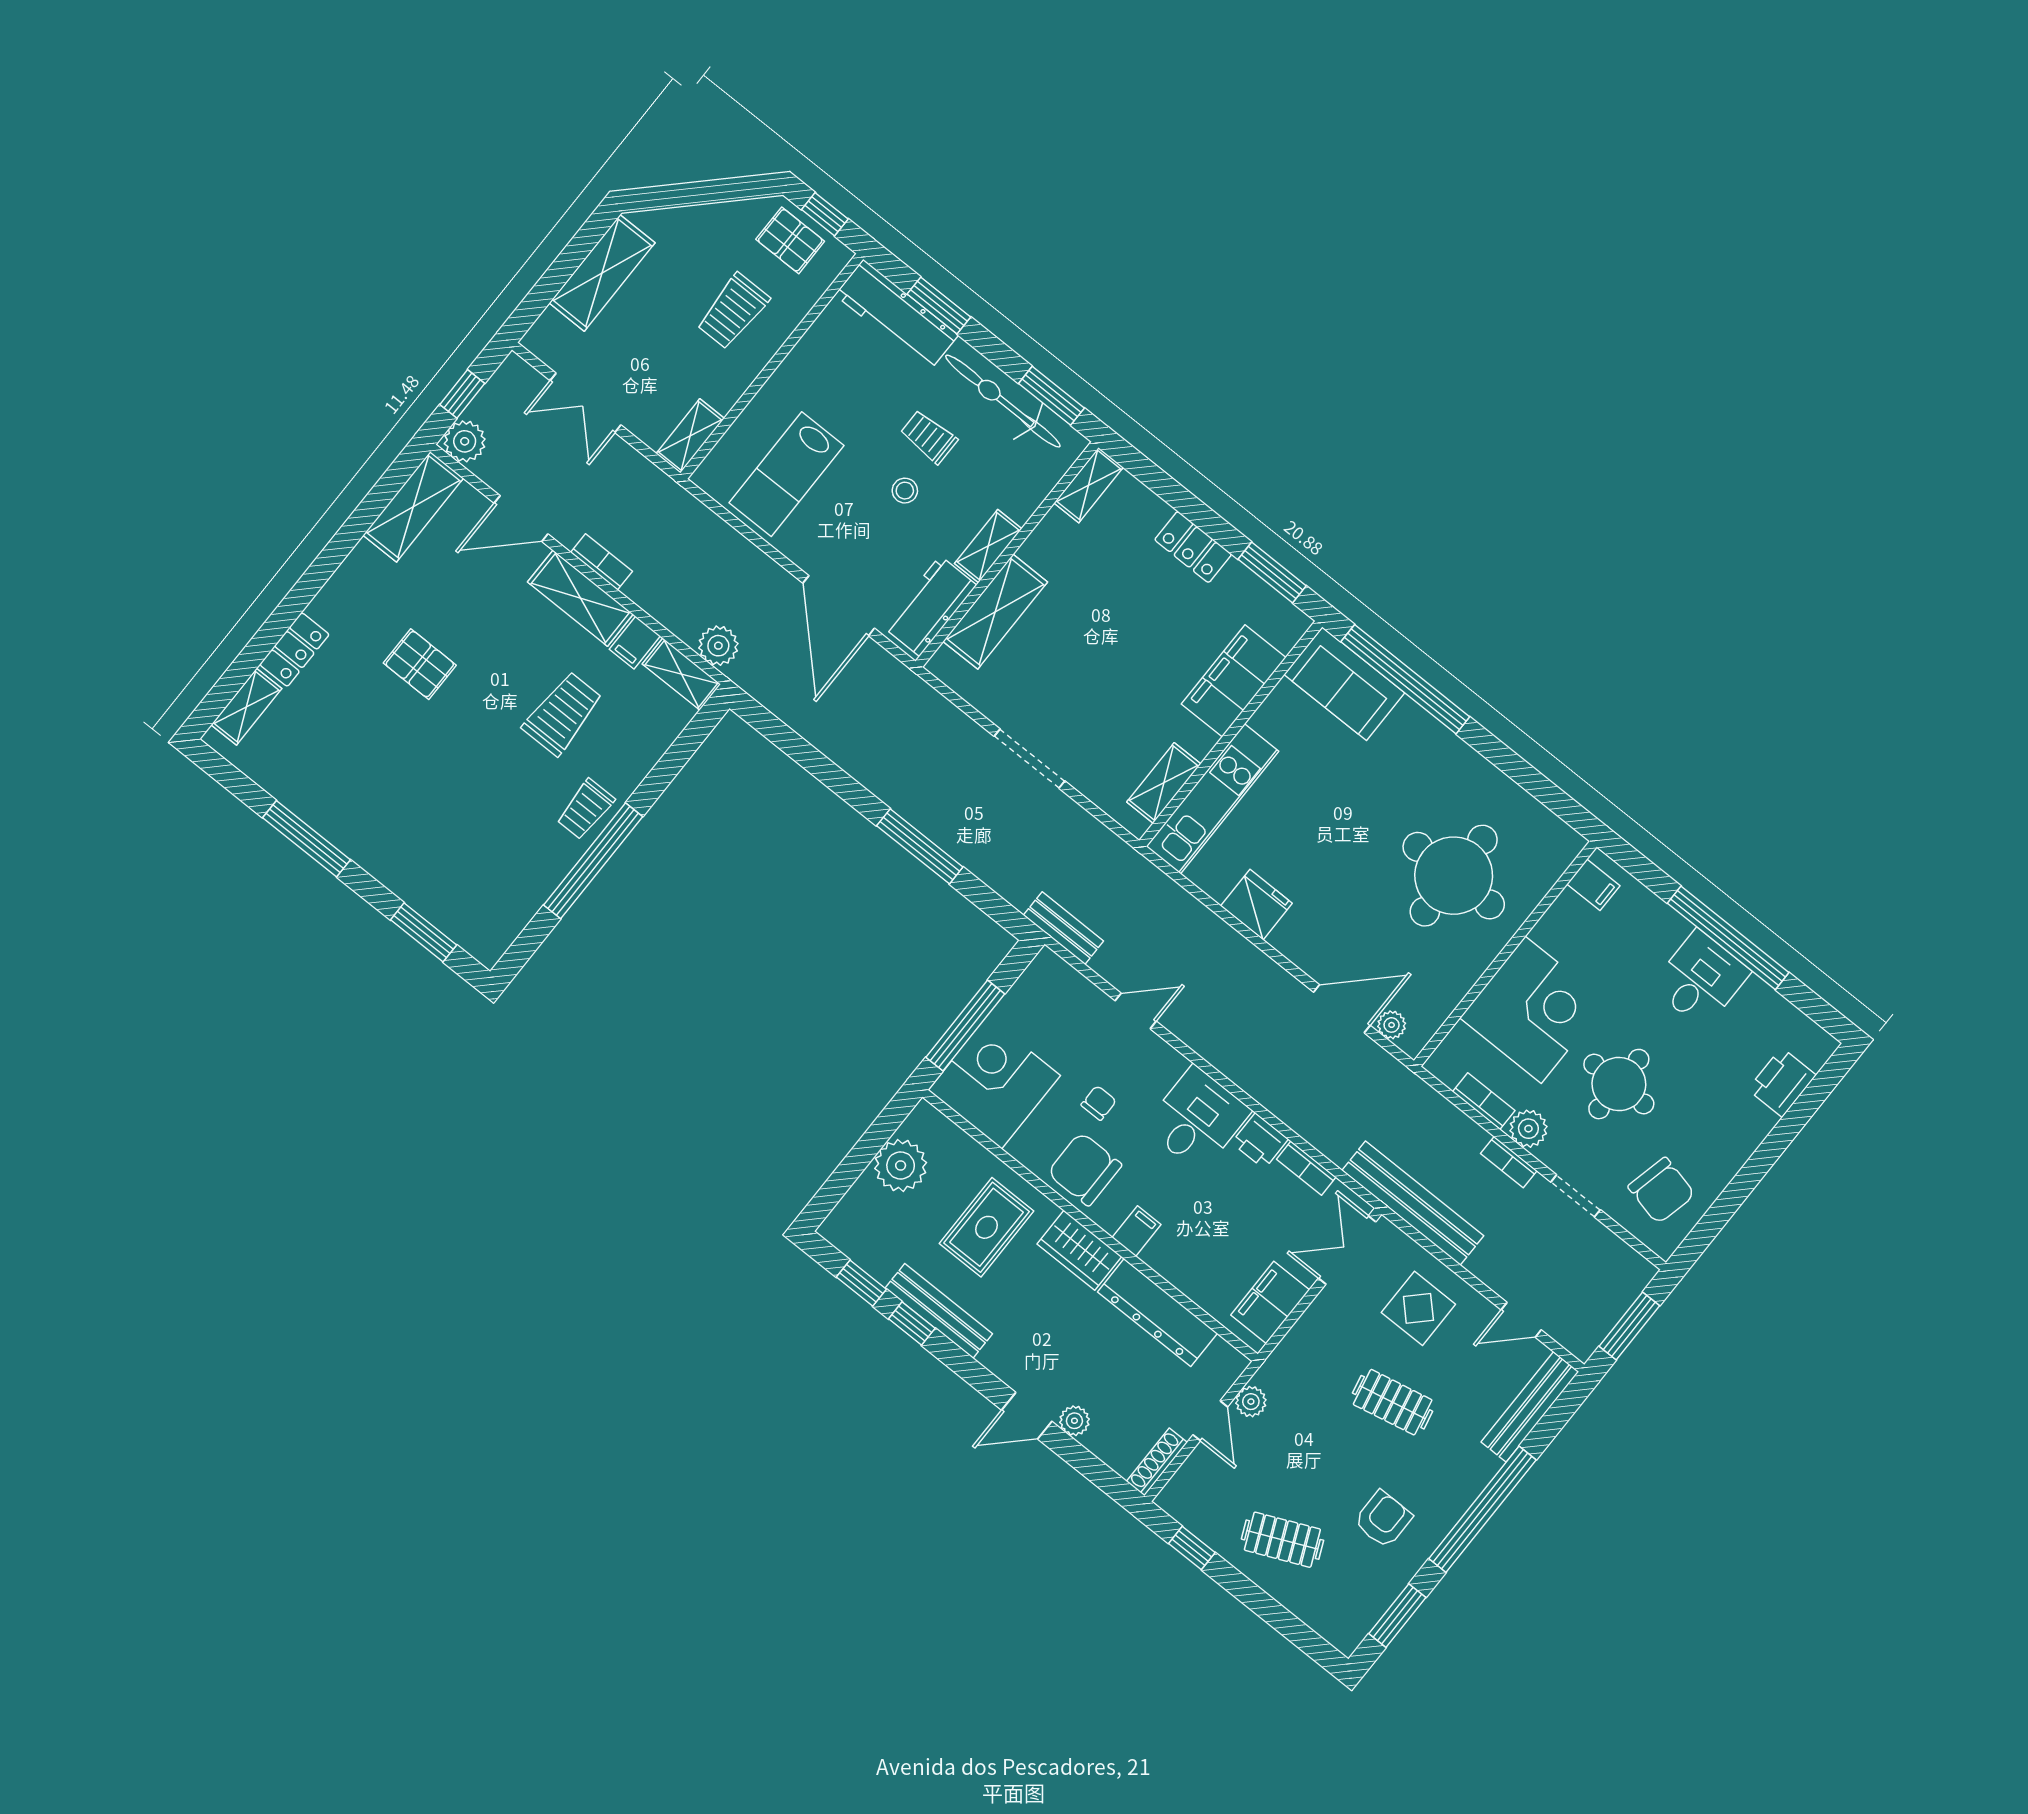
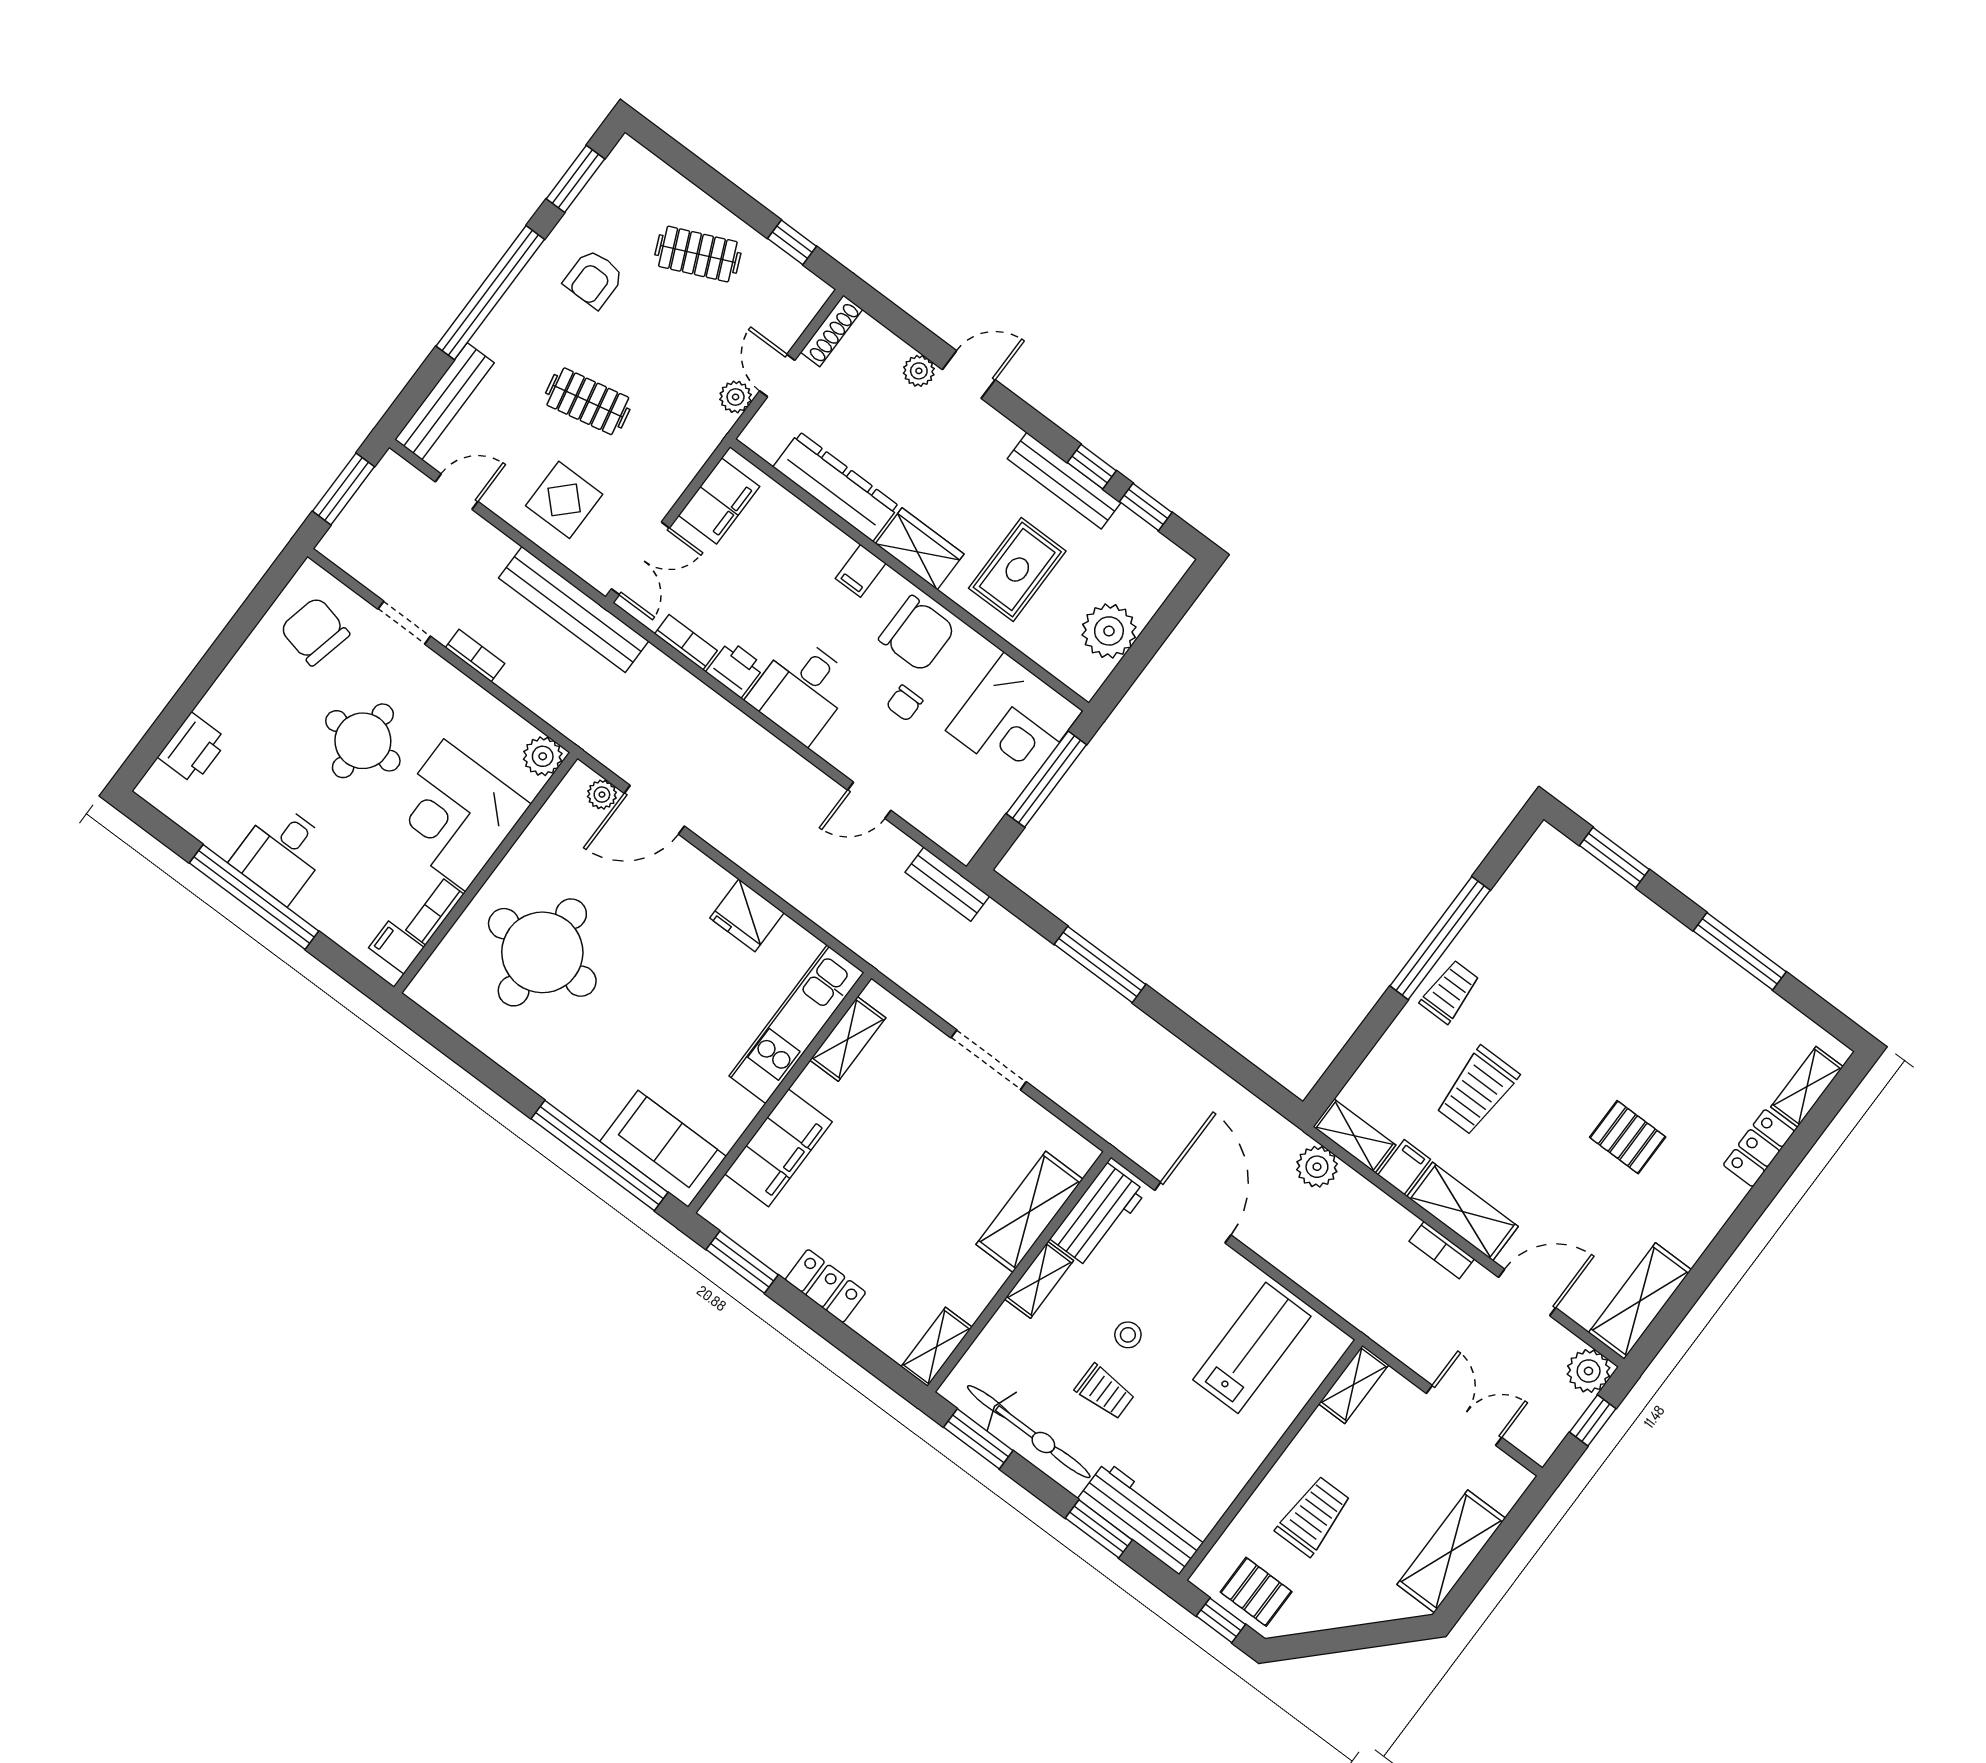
bookcase: (1484, 1101) -> (435, 912), moved, turned 90
plant: (1528, 1129) -> (543, 756), moved

